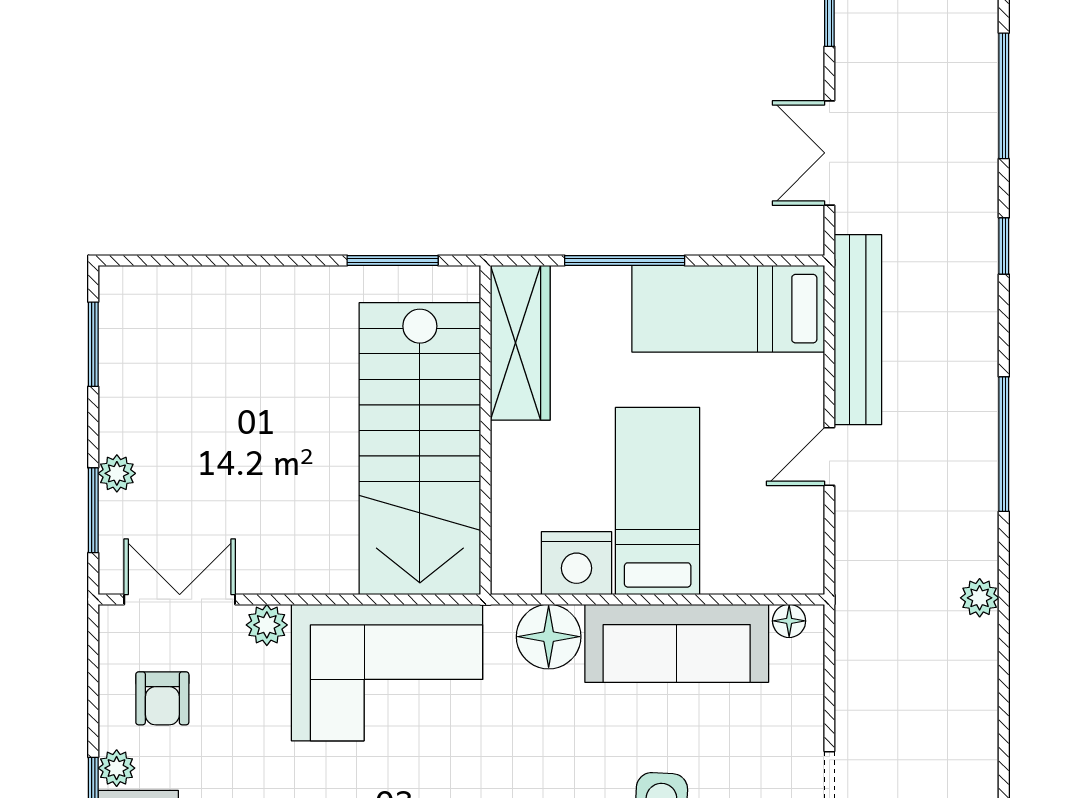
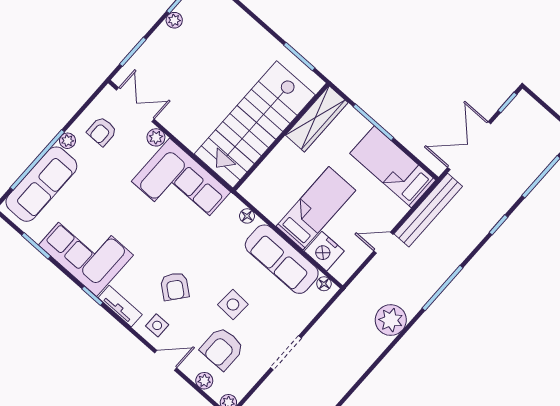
double door: (829, 153) -> (469, 146), width x1.37
plant: (117, 473) -> (174, 20), moved
nightstand: (576, 563) -> (324, 251), moved
plant: (980, 598) -> (391, 320), width x1.87, depth x1.87
floor lamp: (549, 637) -> (247, 216), width x0.53, depth x0.53

